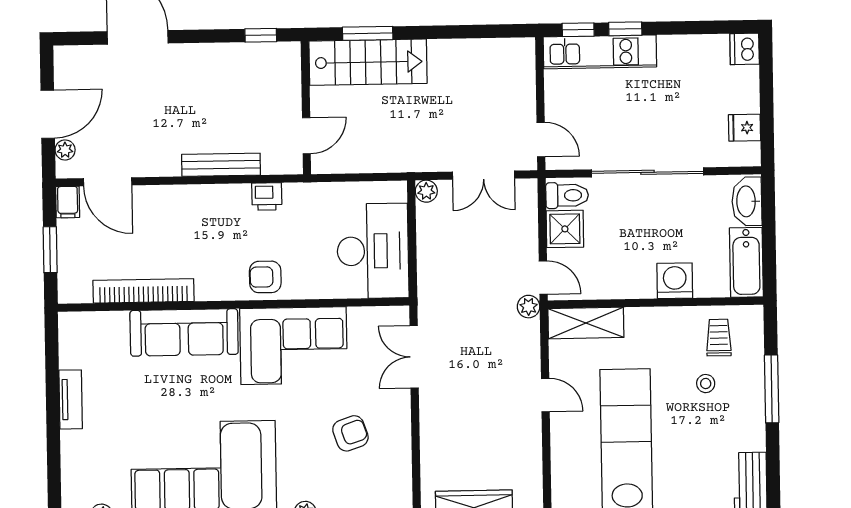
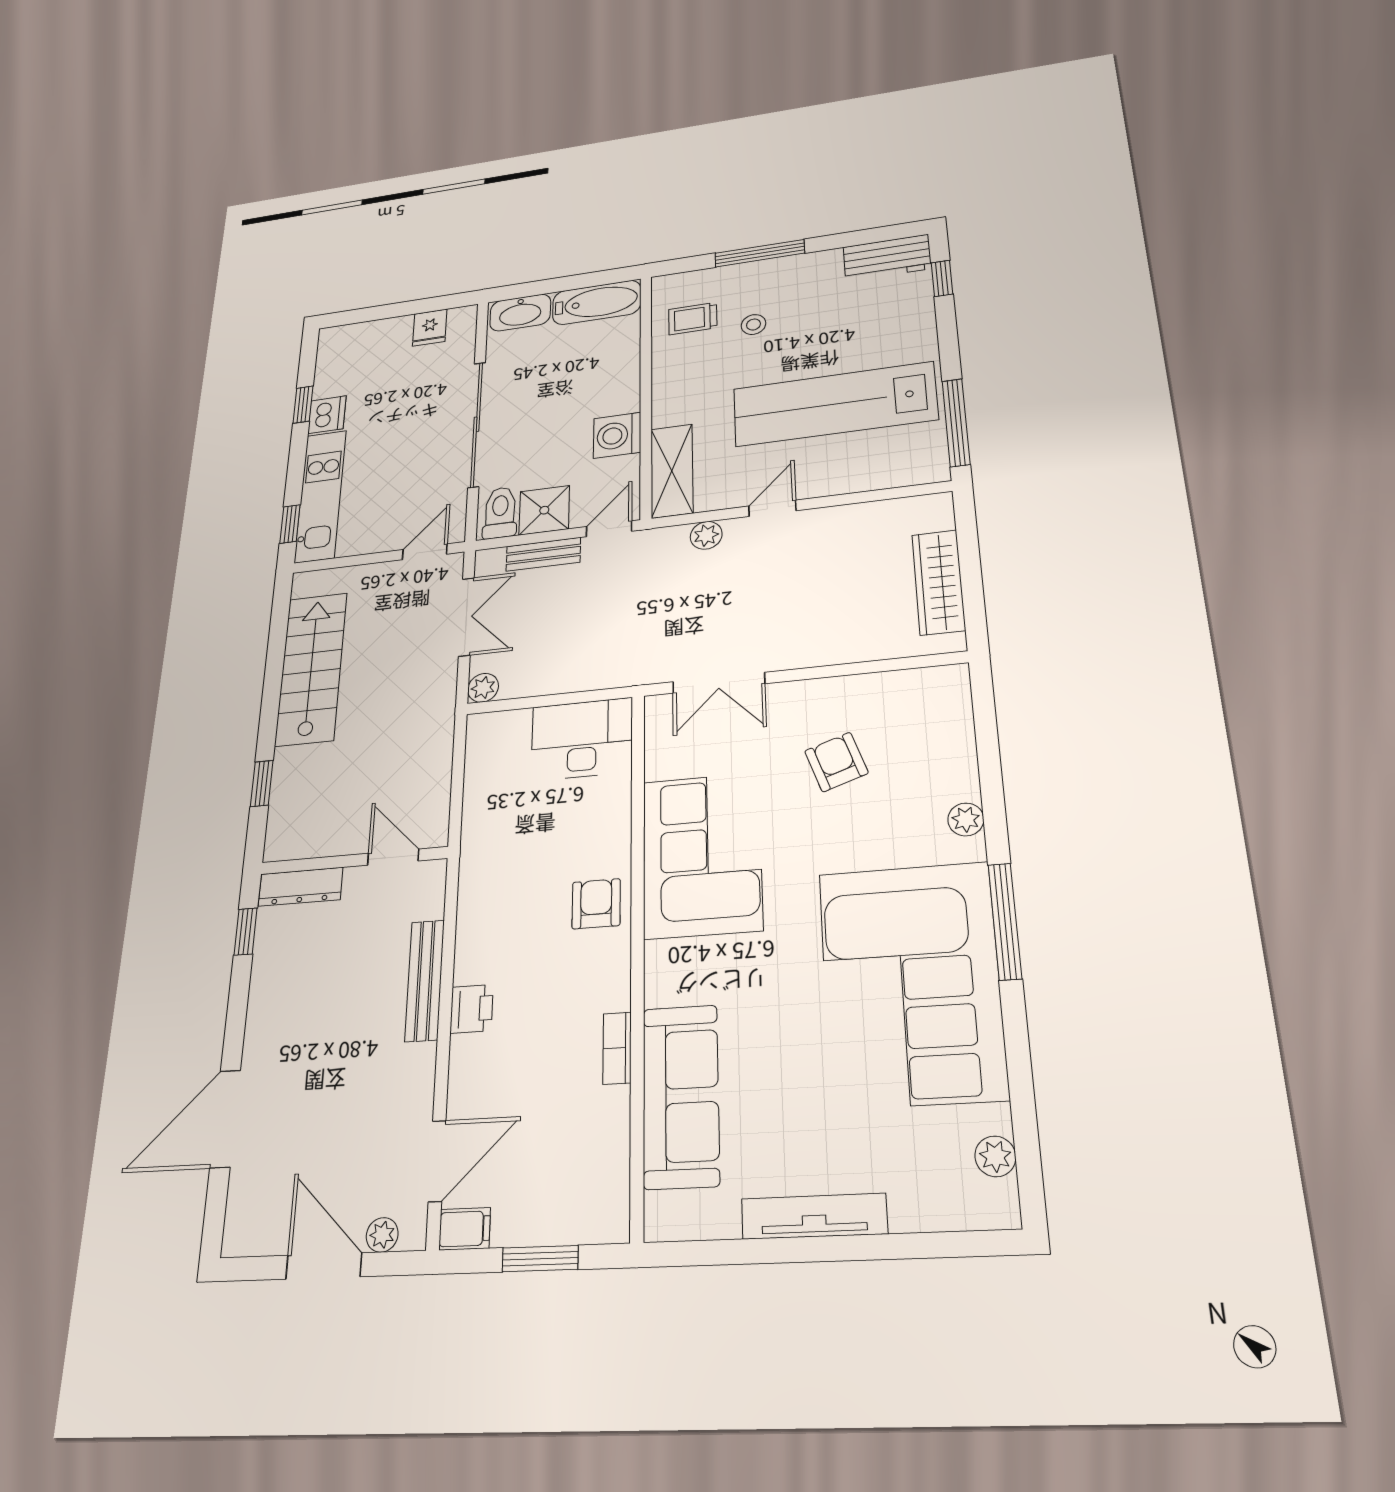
window: (625, 29) -> (303, 405), moved
window: (368, 33) -> (262, 783), width x0.67
dishwasher: (745, 49) -> (327, 415), moved, turned -90
stairs: (368, 62) -> (311, 669), moved
dresser: (290, 71) -> (301, 887), added
printer: (267, 196) -> (472, 1009), moved
bench: (528, 230) -> (543, 554), added
desk: (373, 251) -> (582, 739), width x0.73, depth x0.77
armchair: (265, 277) -> (596, 904), turned 180
washing machine: (675, 281) -> (617, 435), moved
bookcase: (143, 291) -> (617, 1048), width x0.43, depth x0.76
plant: (529, 307) -> (706, 535), moved
sofa: (184, 332) -> (681, 1096), moved
tv unit: (71, 399) -> (814, 1216), width x1.41

